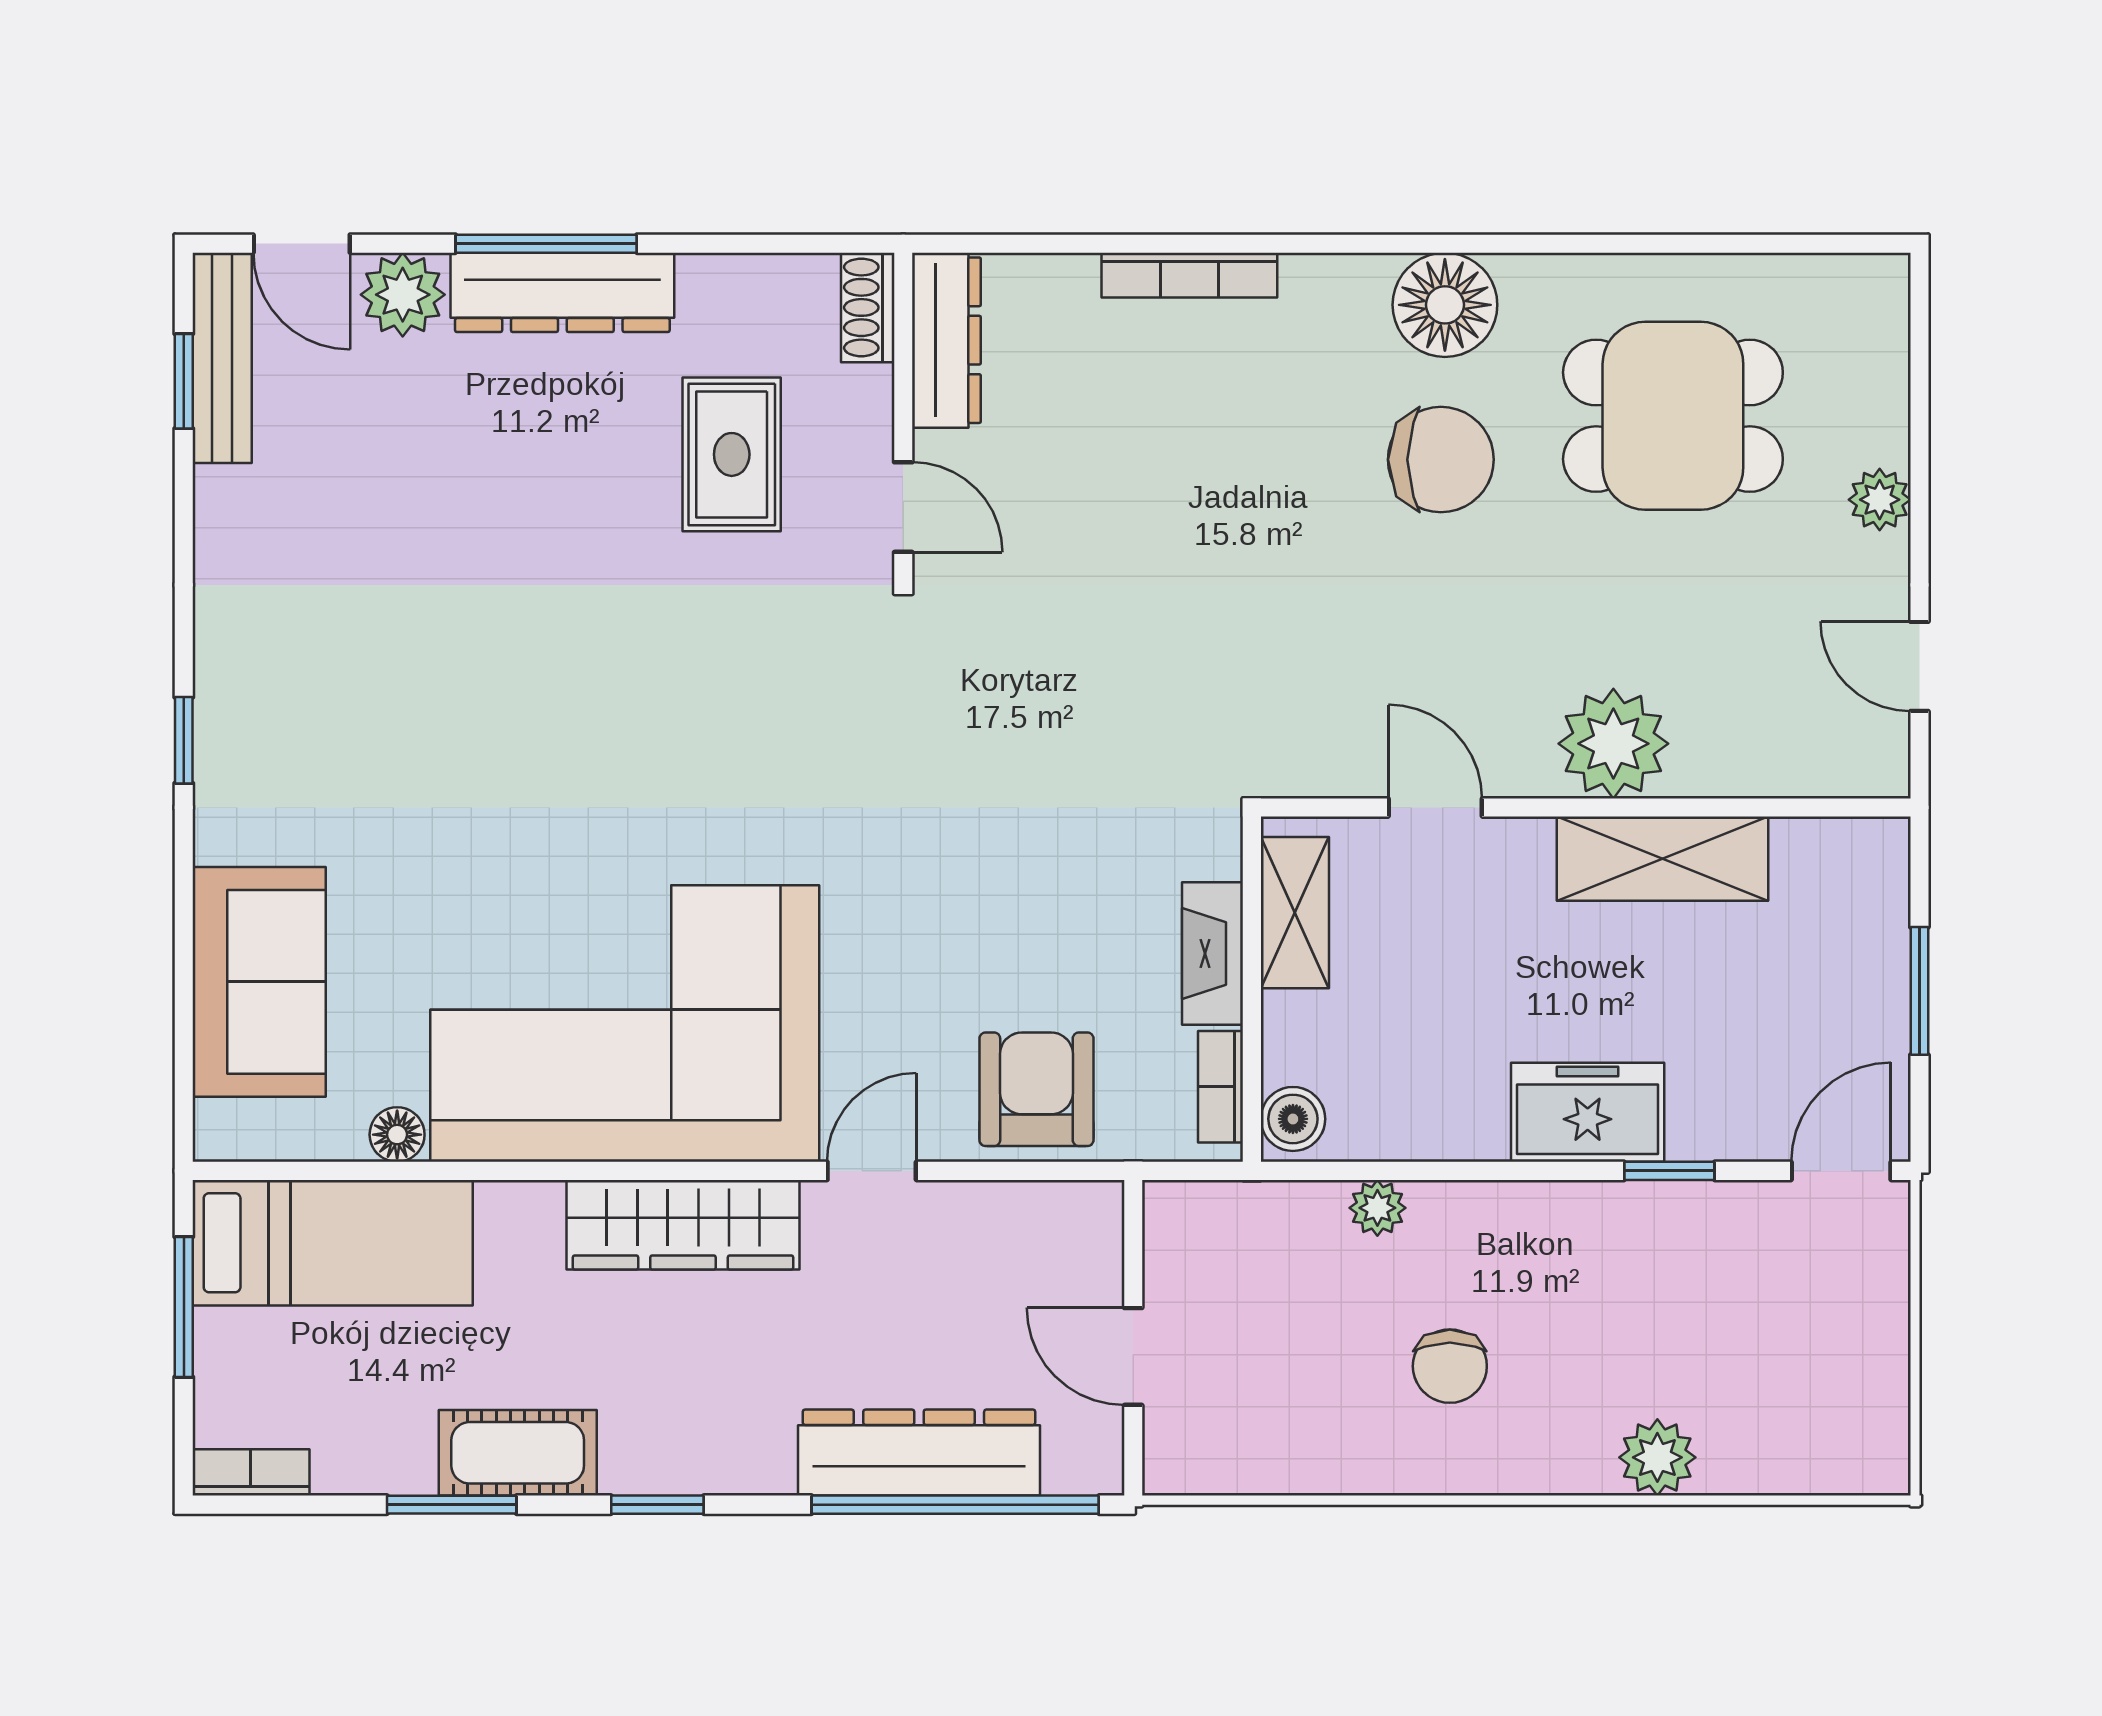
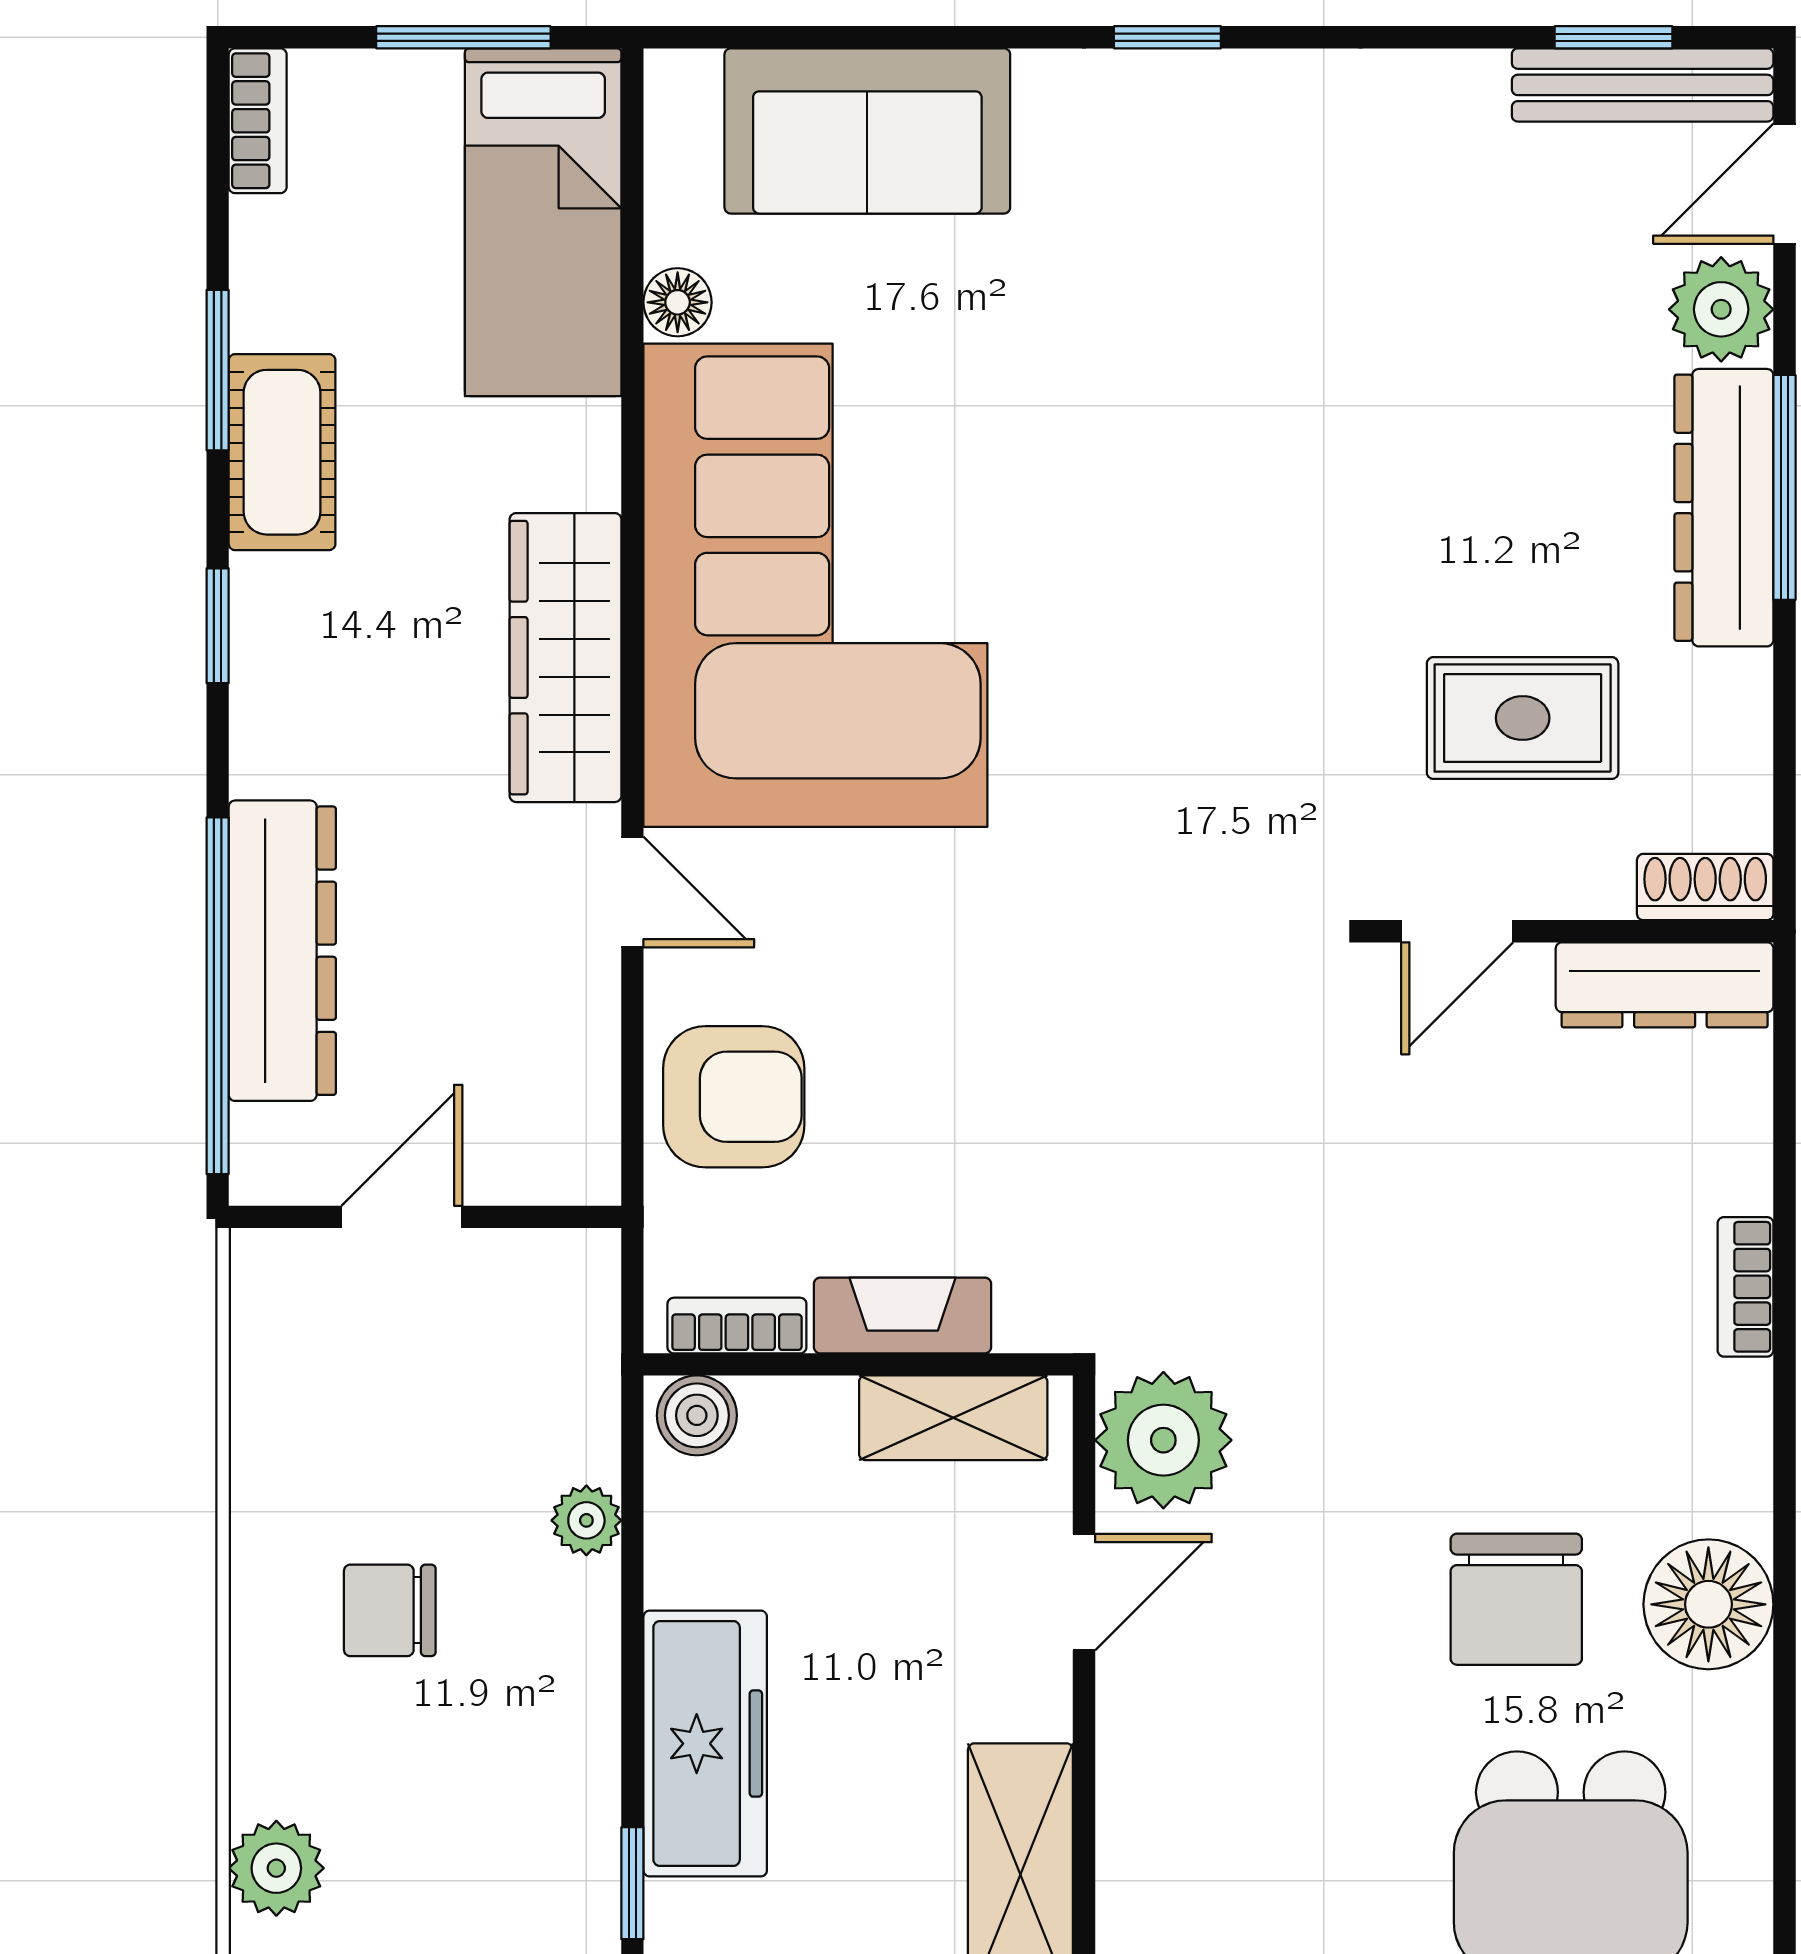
bookcase: (1189, 275) -> (1745, 1287), width x0.64
plant: (1613, 744) -> (1163, 1440), moved
freezer: (1588, 1112) -> (705, 1744), width x1.40

